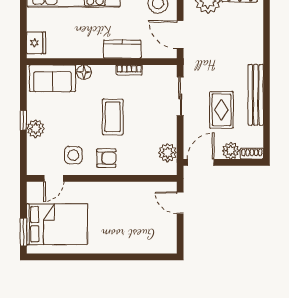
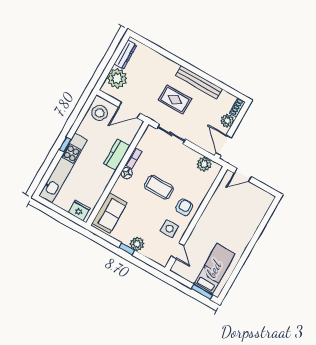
floor lamp: (84, 72) -> (127, 173), moved
rug: (221, 110) -> (175, 100), moved
bed: (57, 224) -> (214, 269), width x0.67

